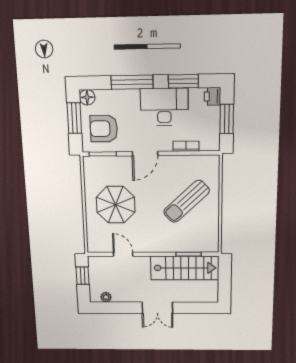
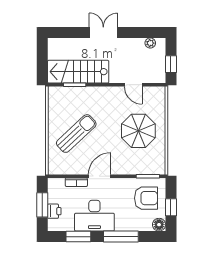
printer: (212, 96) -> (54, 211), moved
window: (74, 118) -> (171, 207), width x0.67
door: (145, 154) -> (99, 176), moved

